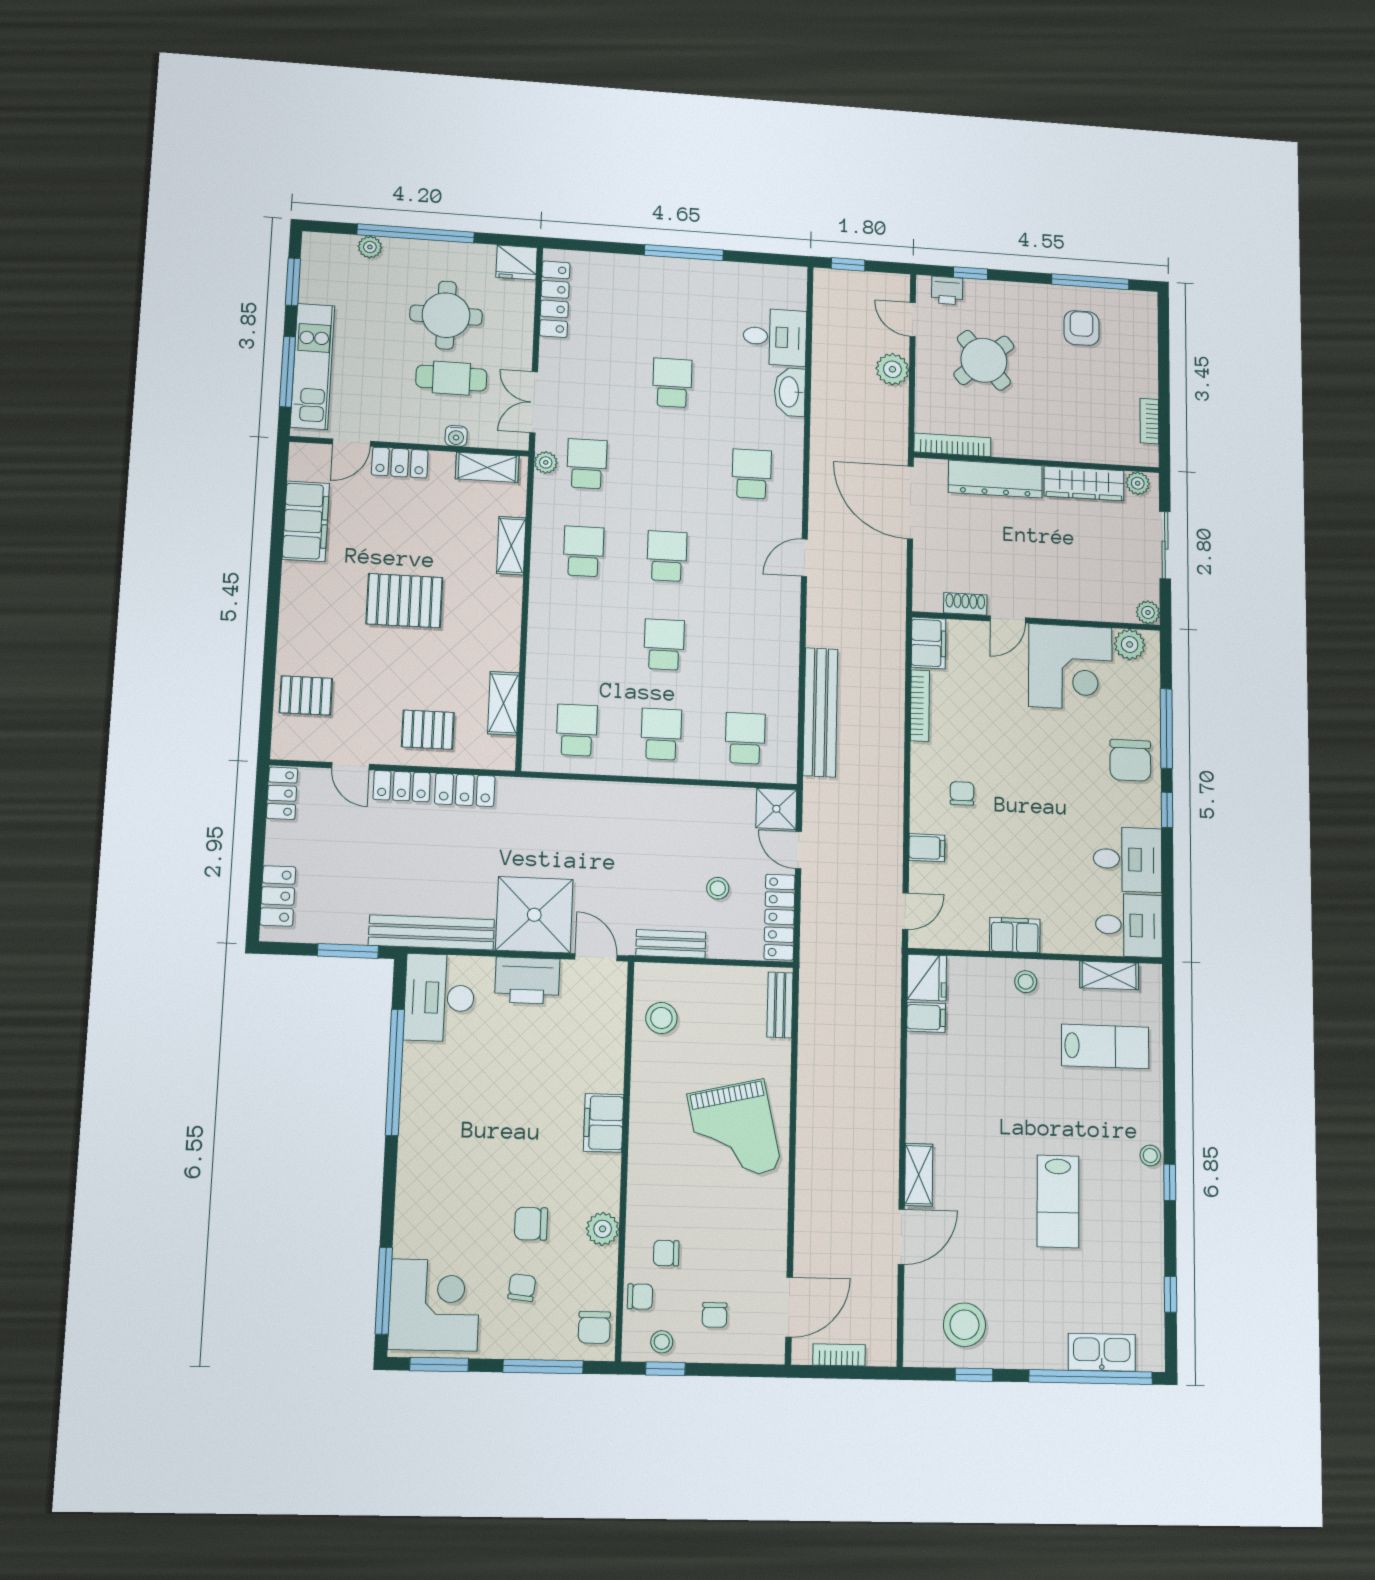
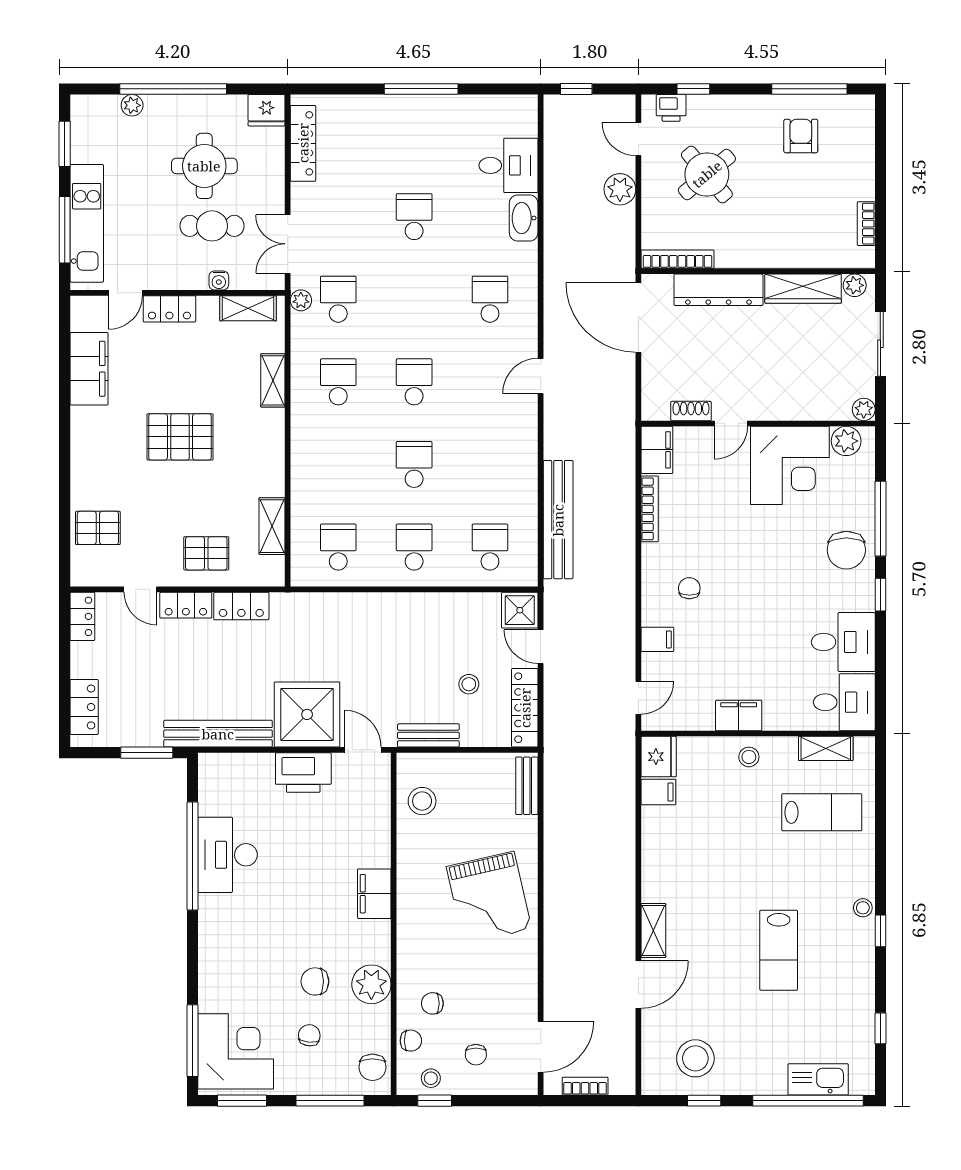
desk: (439, 998) -> (228, 855), moved
plant: (603, 1229) -> (371, 984), width x1.36, depth x1.36

